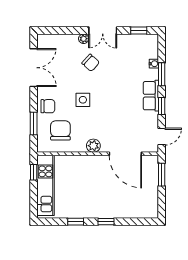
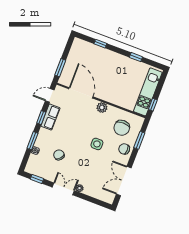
chair: (91, 63) -> (59, 155), moved
row of seats: (151, 96) -> (50, 117), moved
window: (106, 222) -> (100, 44), moved

